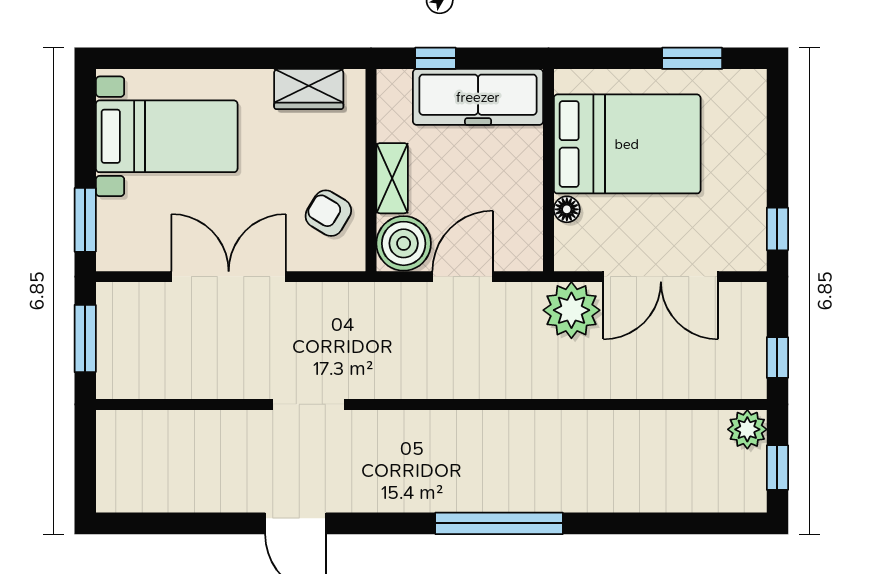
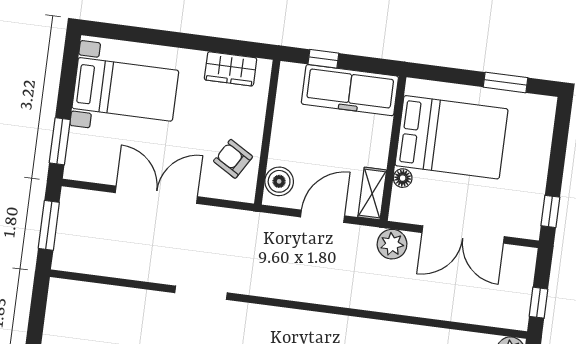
shelving: (392, 178) -> (372, 194), moved
boiler: (404, 243) -> (279, 181), width x0.73, depth x0.73
plant: (571, 310) -> (392, 244), width x0.73, depth x0.73

